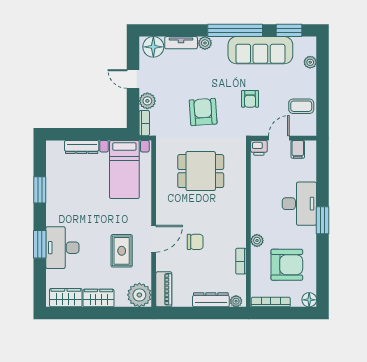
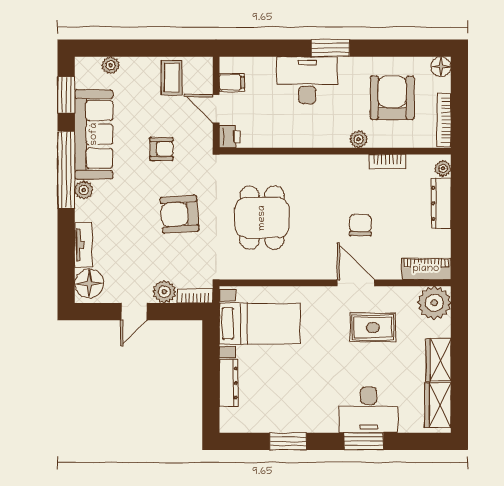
plant: (205, 43) -> (84, 190), moved

